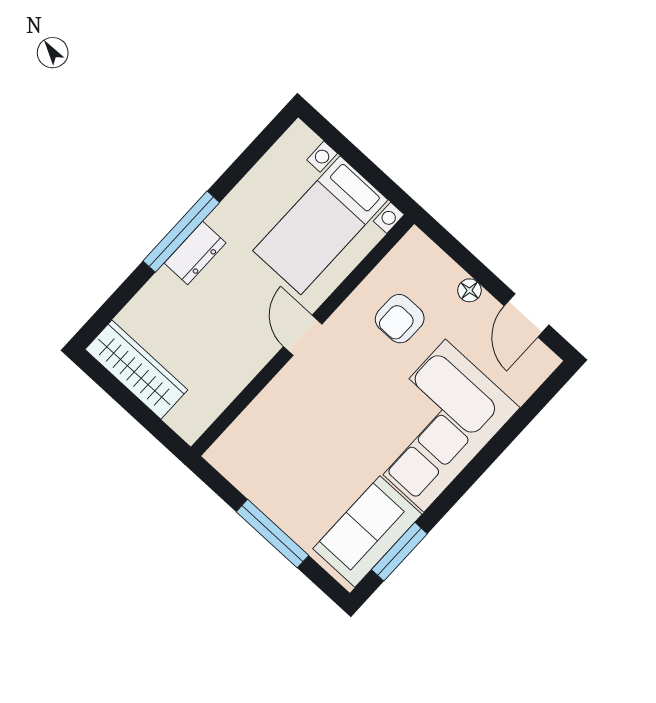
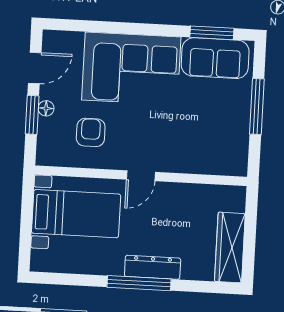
dresser: (195, 253) -> (153, 267), width x1.44
window: (475, 268) -> (32, 115), added
armchair: (400, 319) -> (91, 132), turned -90

